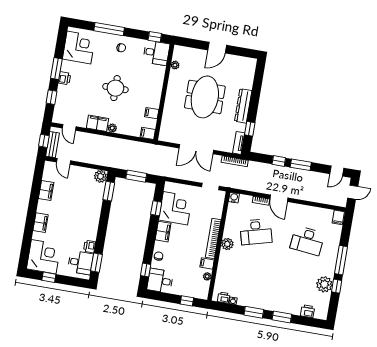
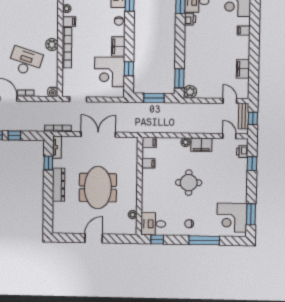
window: (56, 69) -> (251, 214), moved
printer: (65, 78) -> (242, 152), moved
filing cabinet: (41, 223) -> (244, 31), width x0.50
desk: (256, 232) -> (25, 61), turned 33

